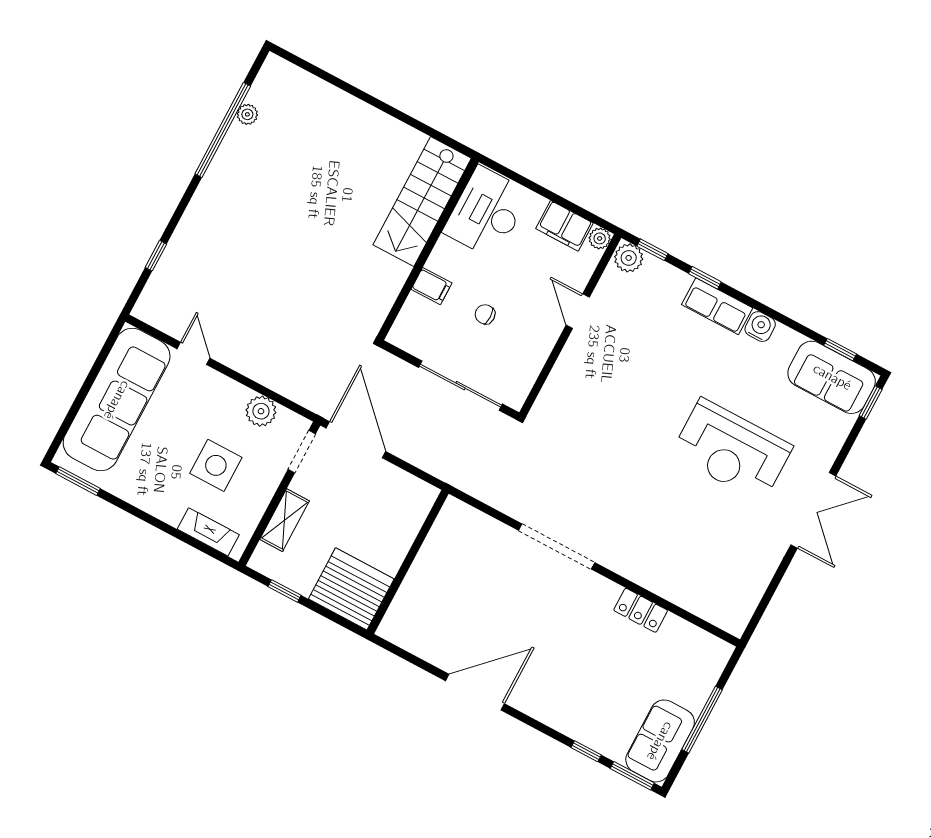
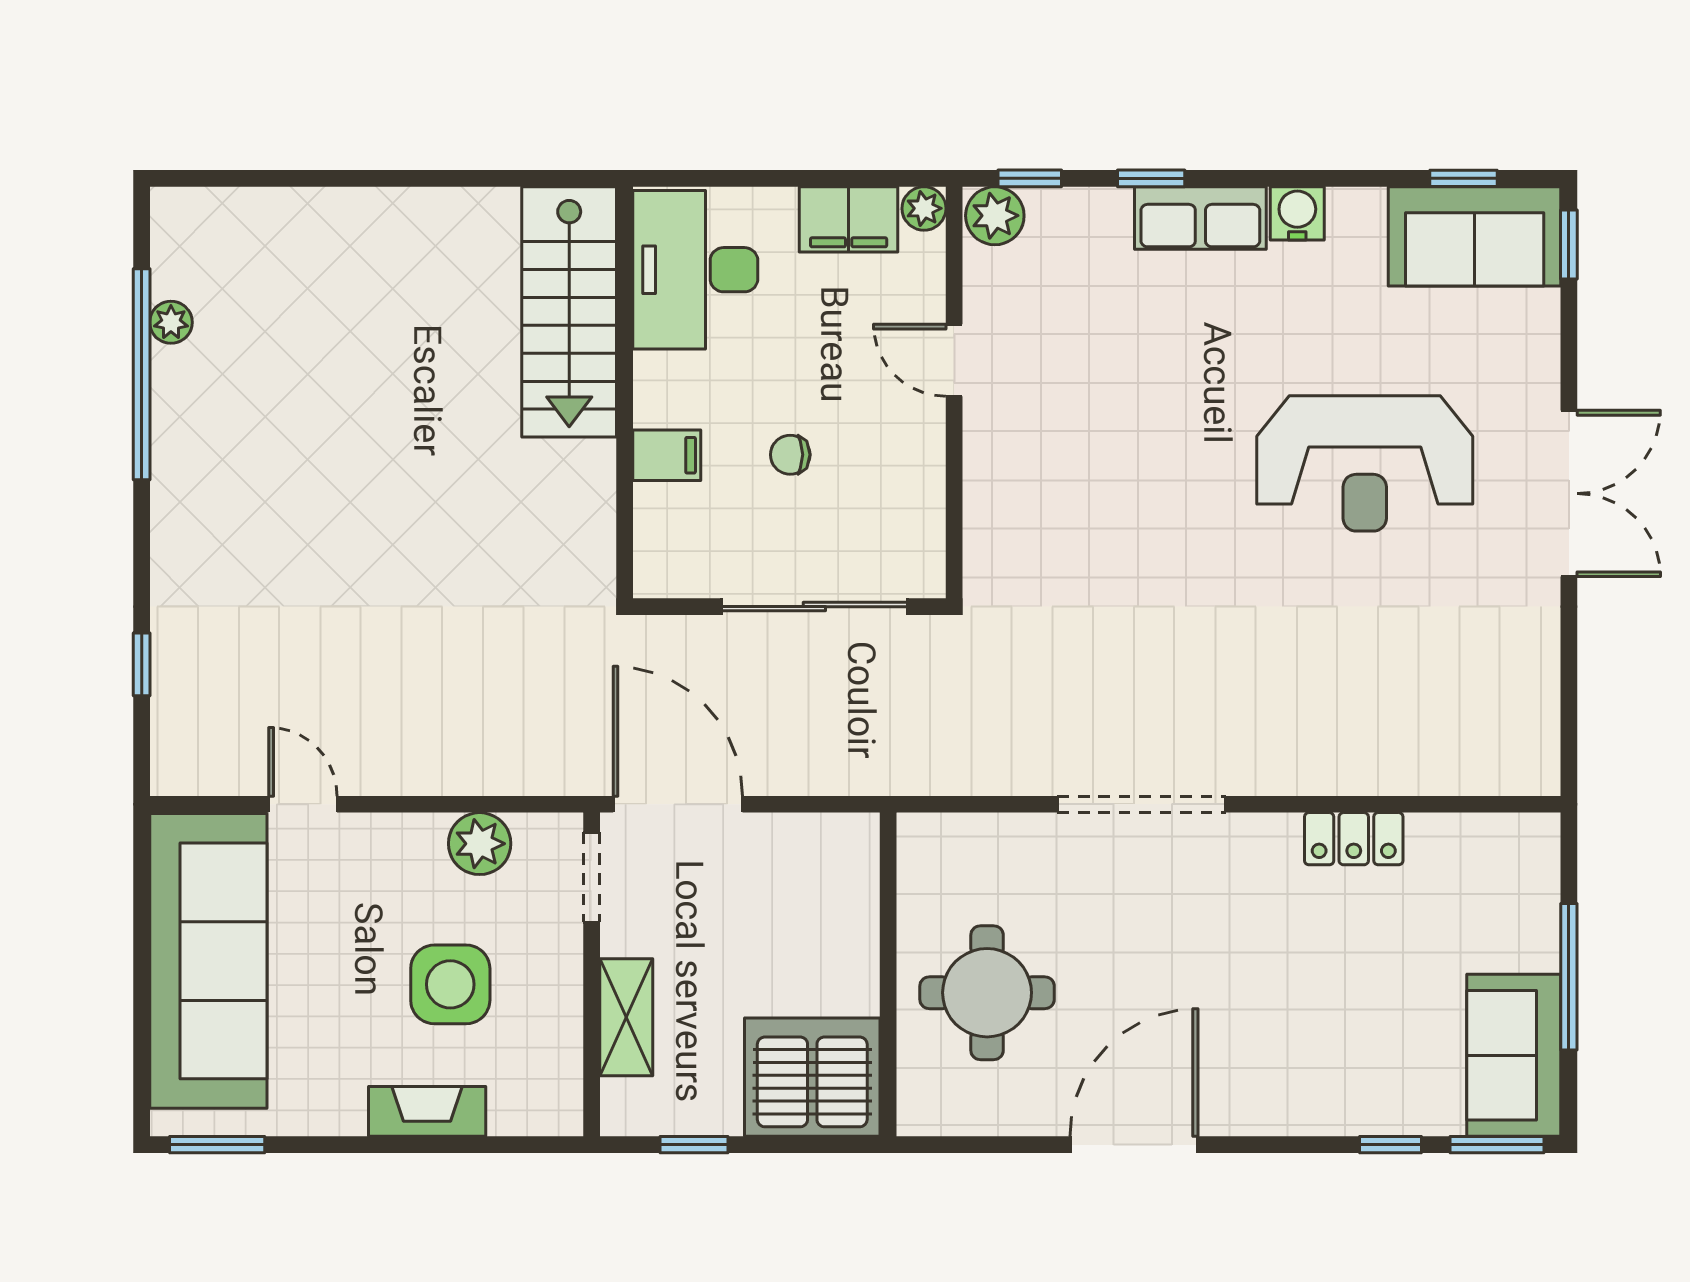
fireplace: (208, 532) -> (427, 1111), moved
round table: (446, 593) -> (987, 993), added

